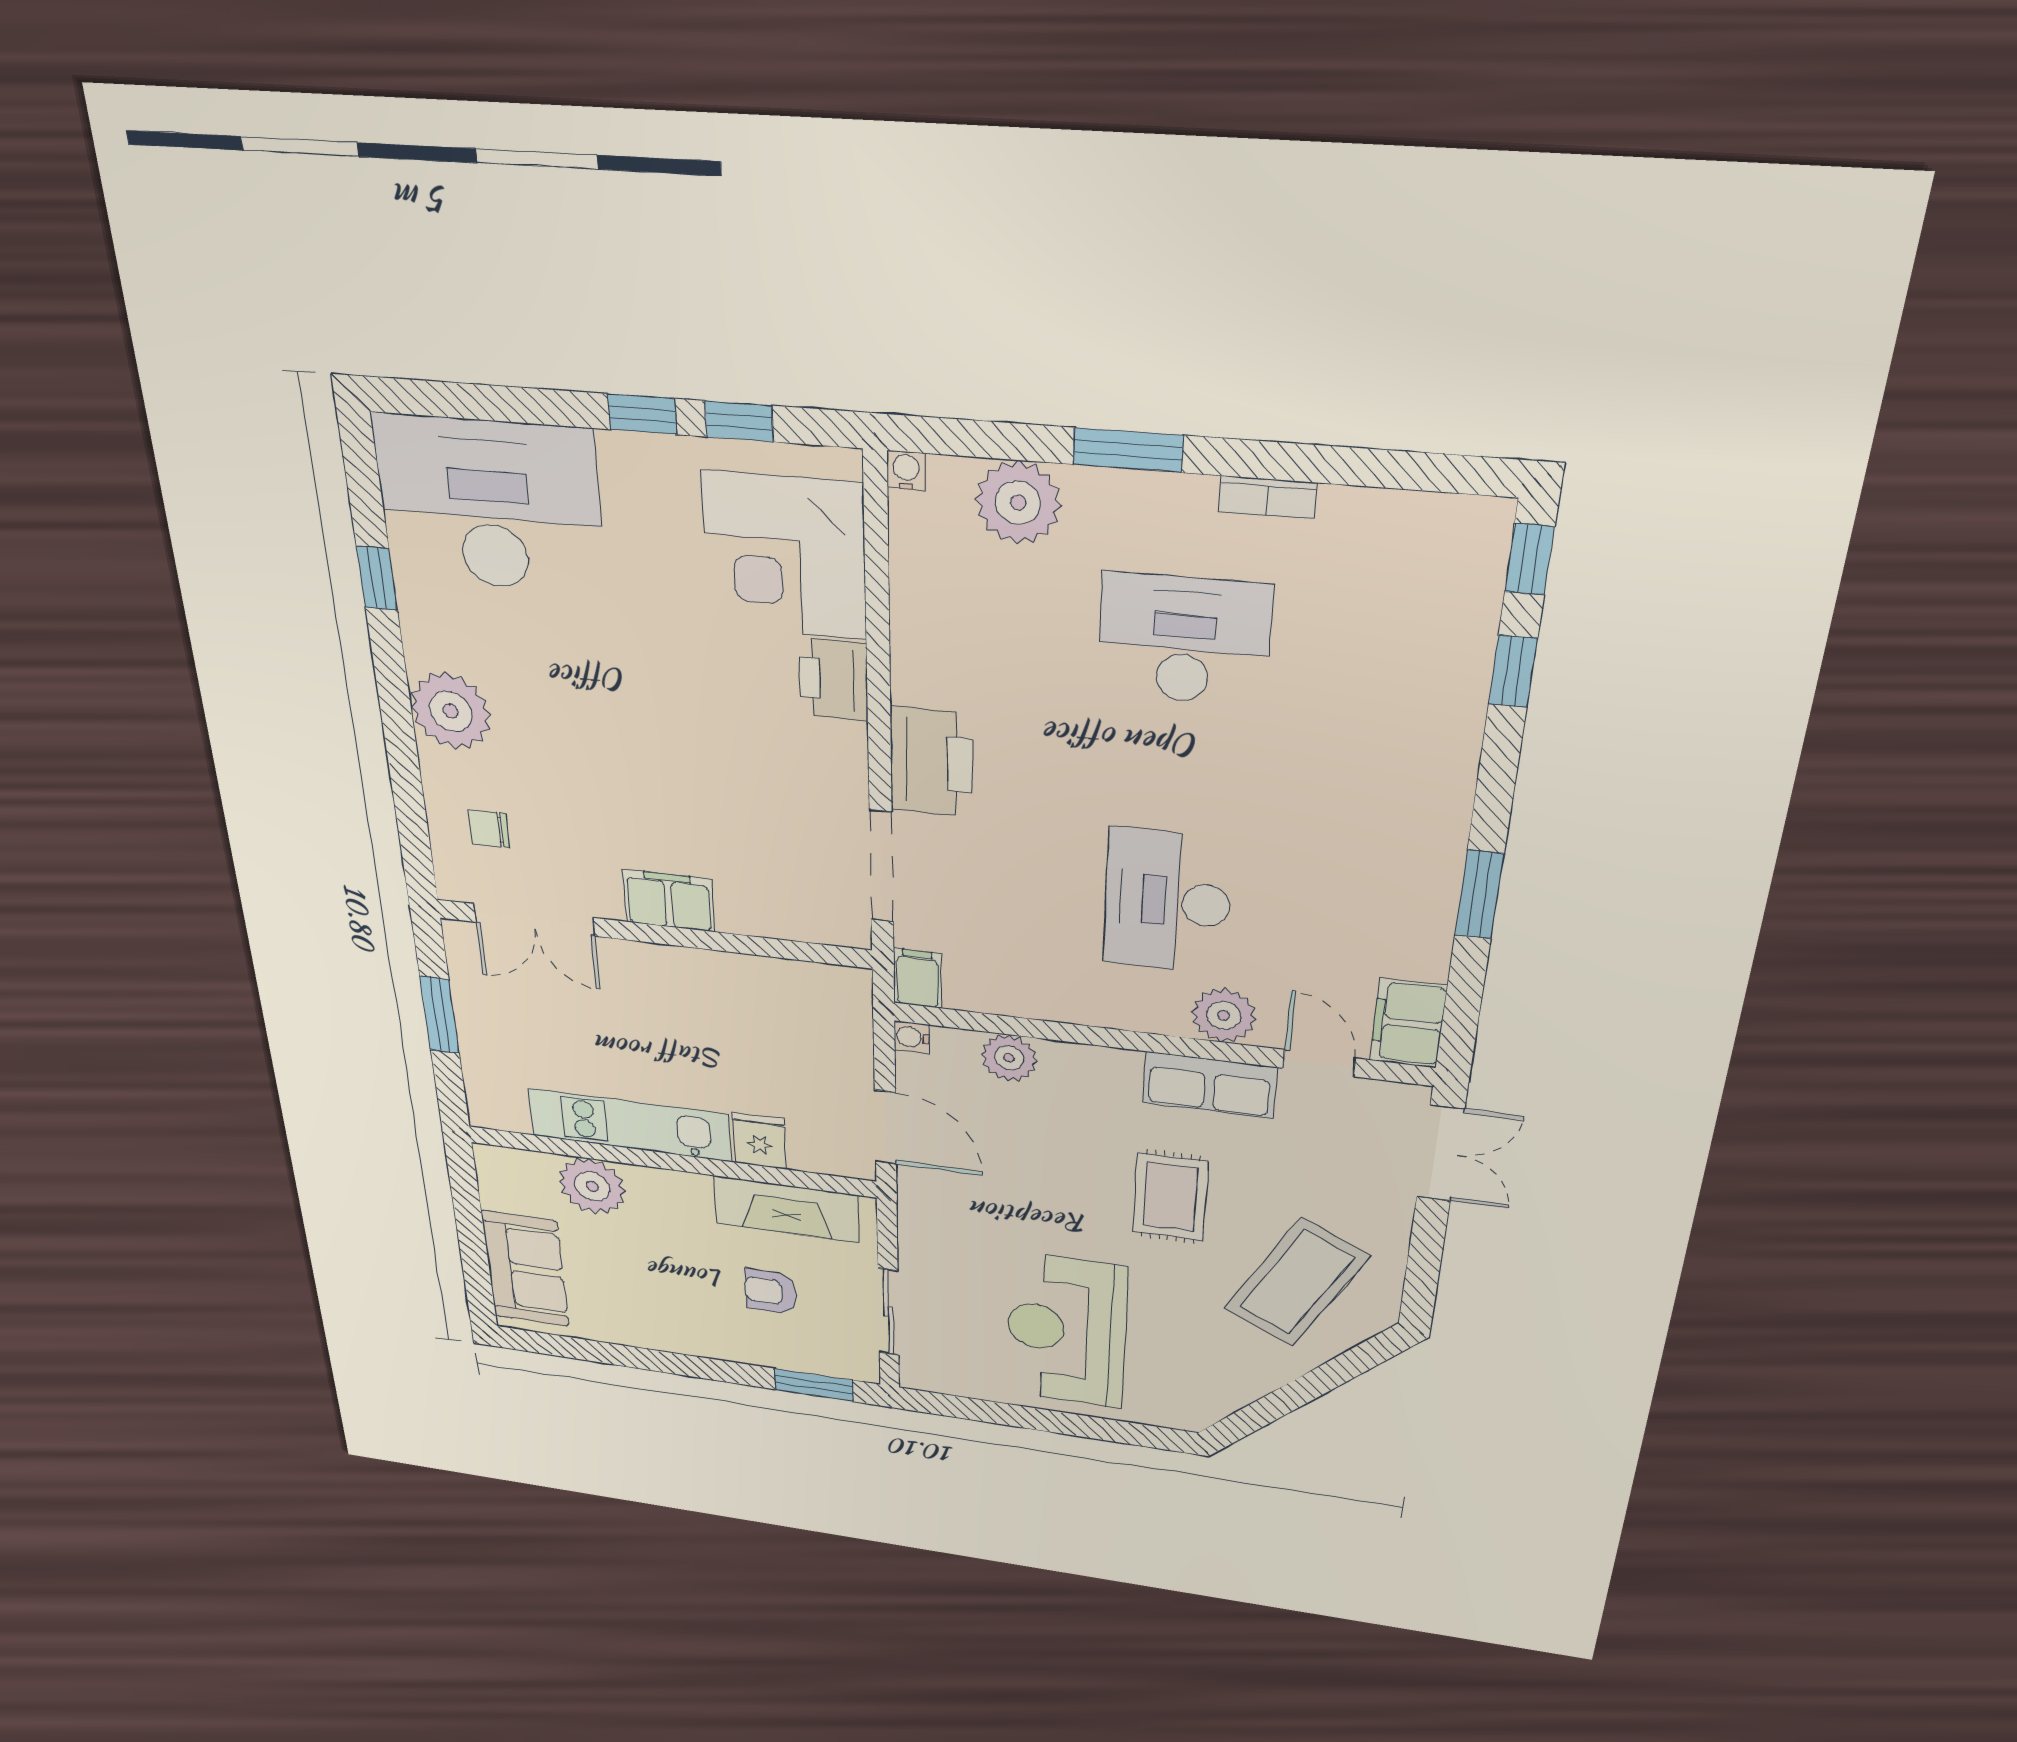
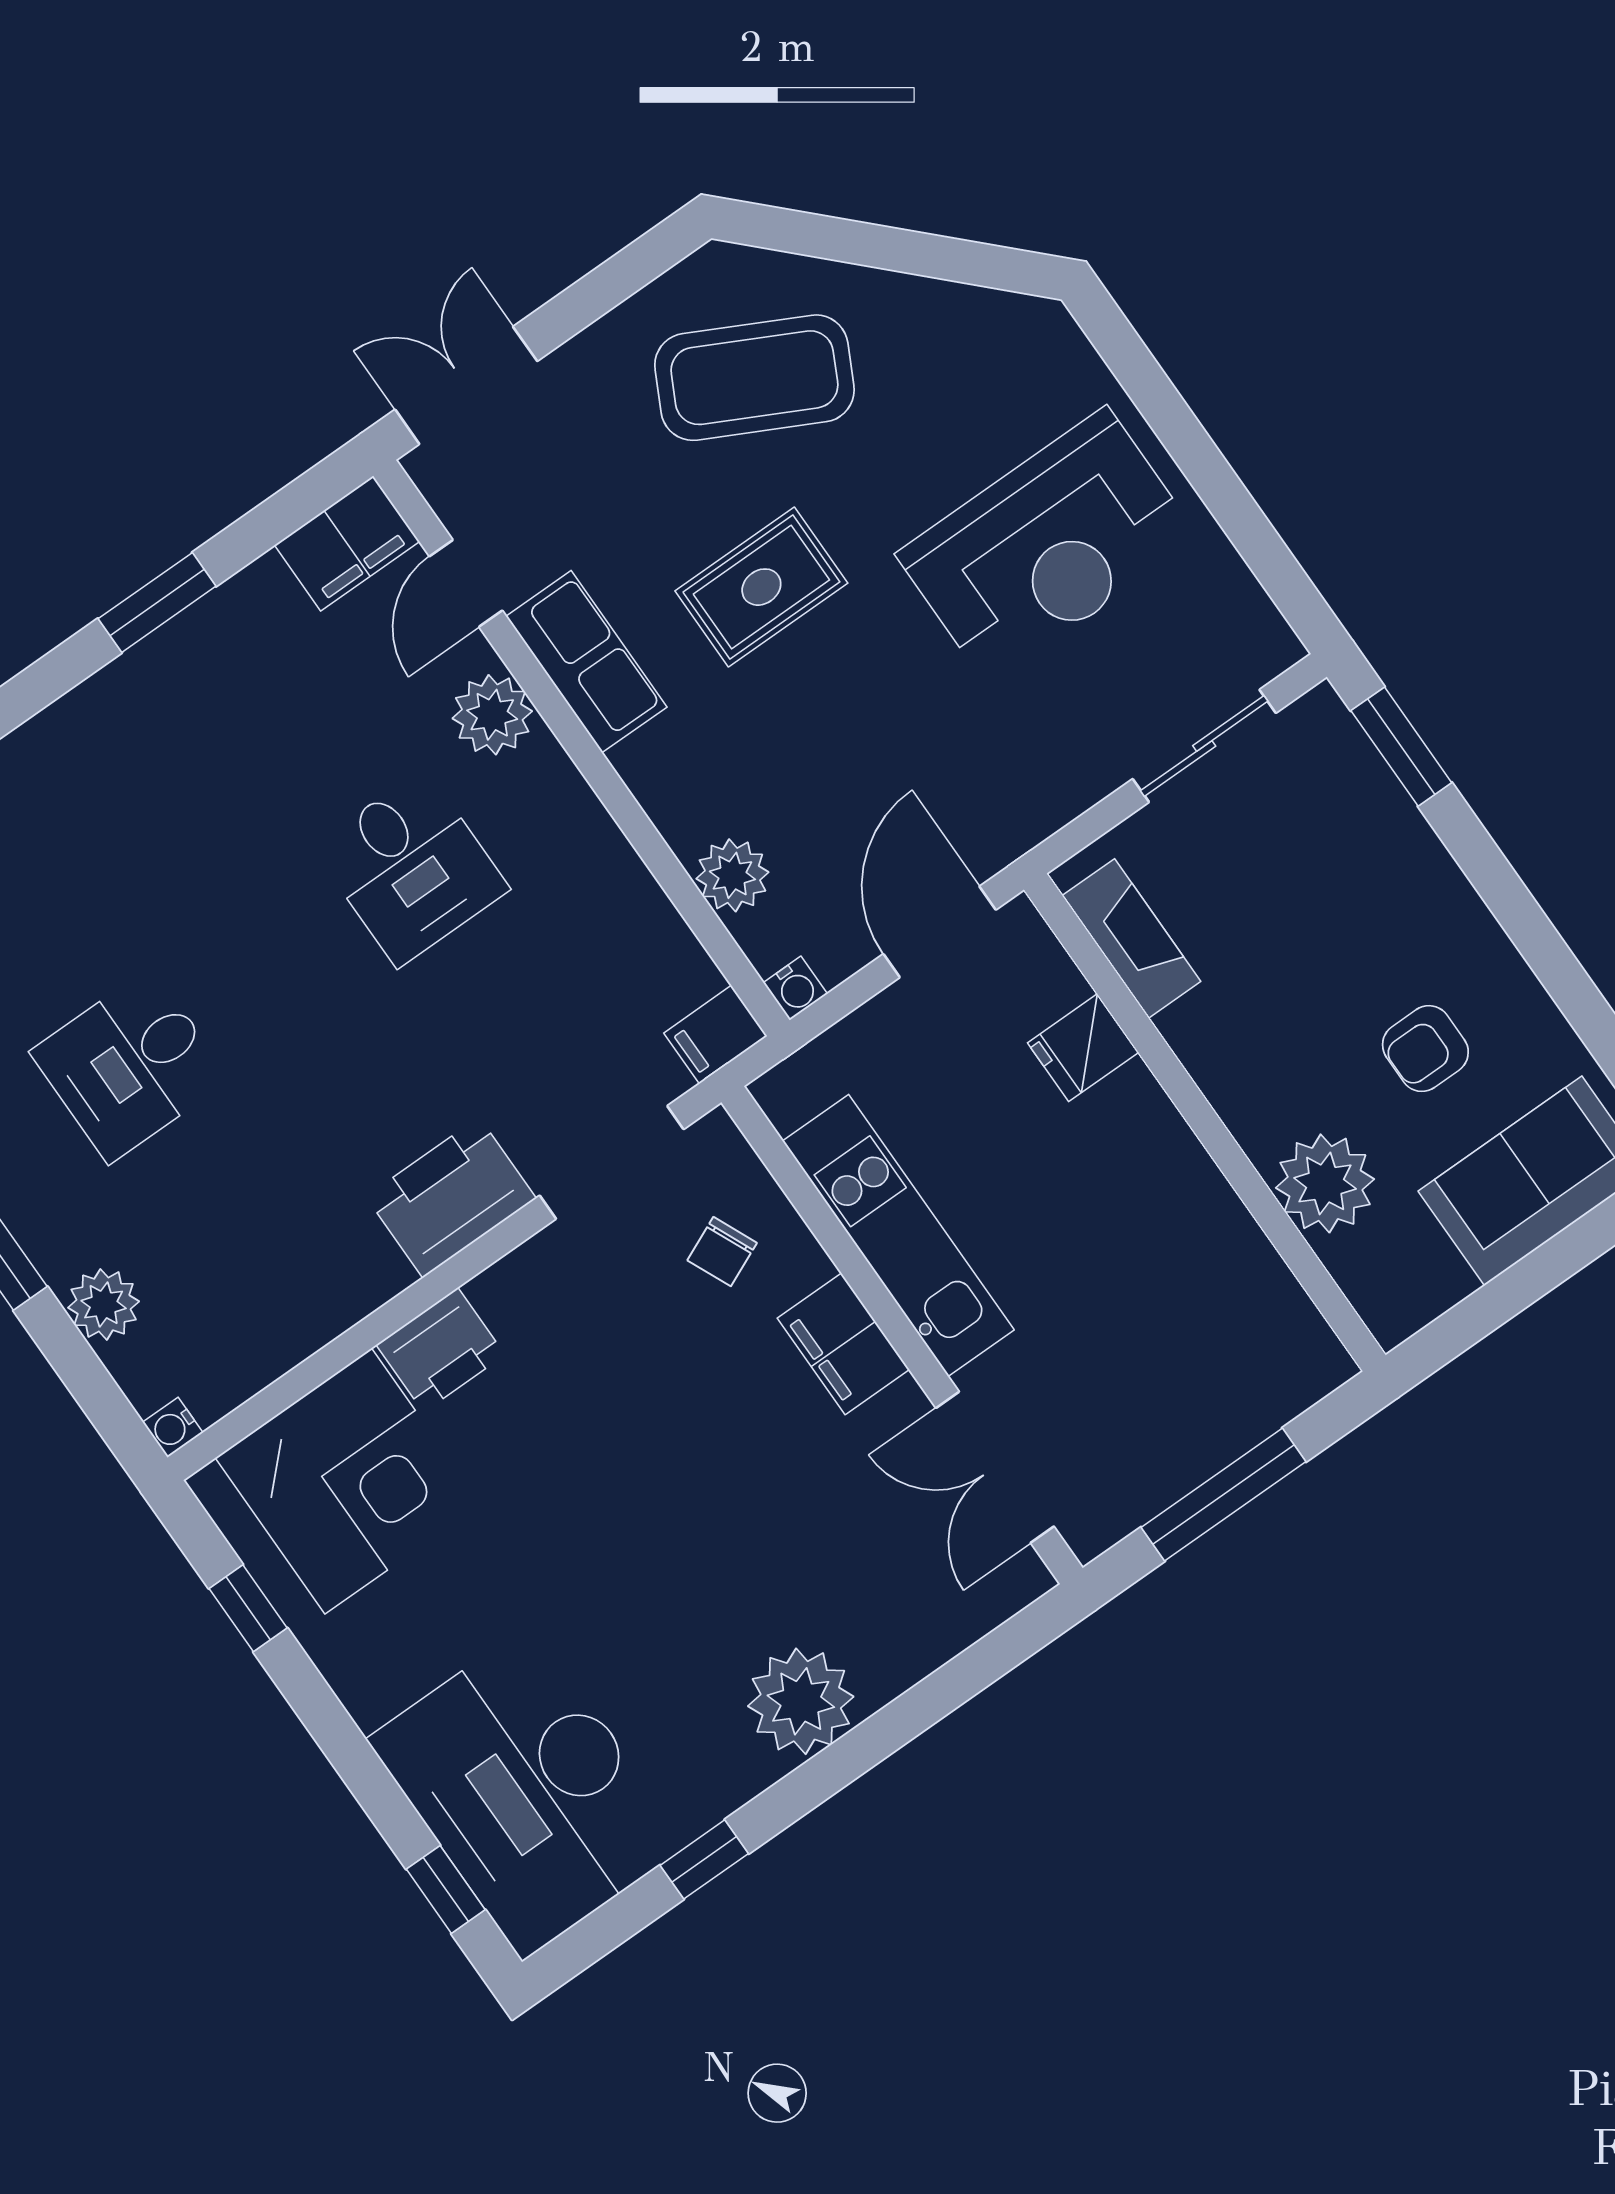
window: (642, 414) -> (446, 1889), moved
plant: (1018, 503) -> (104, 1304), width x0.73, depth x0.73
desk: (1184, 640) -> (130, 1065), width x0.73
chair: (489, 829) -> (722, 1252), moved, turned 66
desk: (1167, 901) -> (411, 868), width x0.73
double door: (534, 920) -> (995, 1467), swing flipped
window: (440, 1015) -> (1223, 1494), width x1.44
kitchen unit: (630, 1125) -> (898, 1235), moved, turned 180
fireplace: (786, 1209) -> (1131, 938), width x0.73, depth x0.76
armchair: (771, 1292) -> (1425, 1049), moved, turned 90

